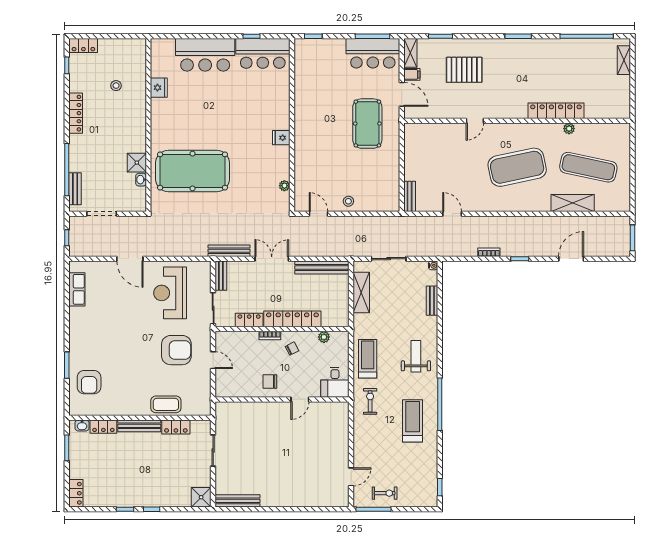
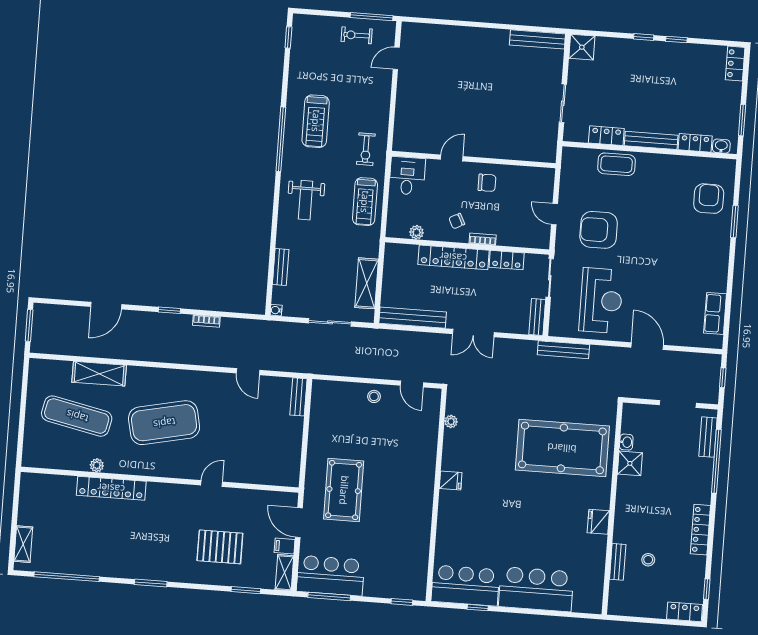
bench: (141, 82) -> (618, 562), added
fridge: (159, 88) -> (598, 522), moved
bench: (229, 251) -> (563, 350), moved

